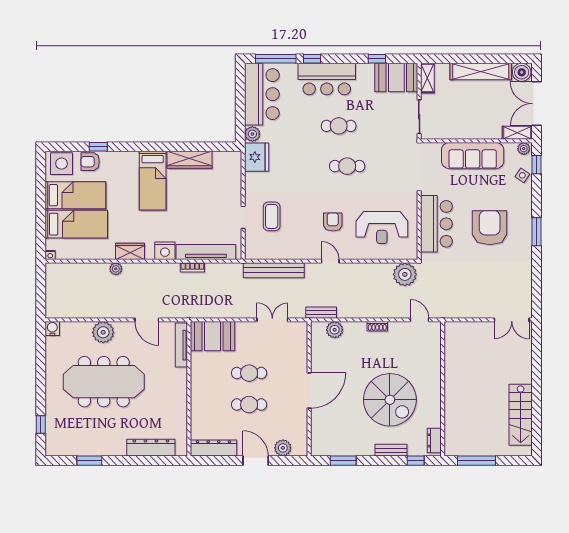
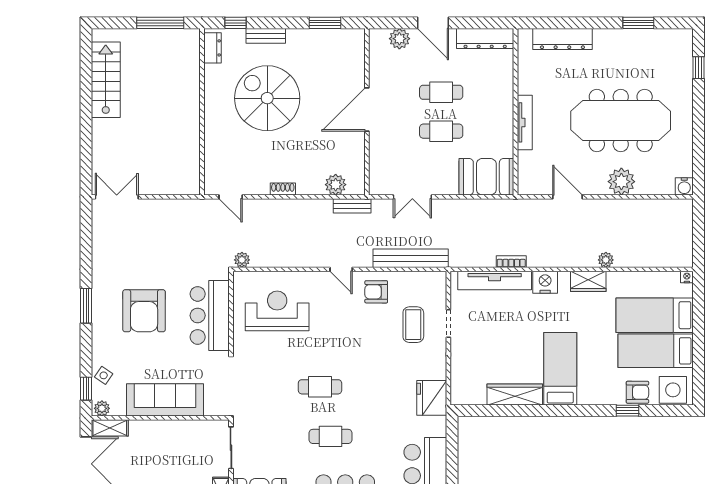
plant: (252, 134) -> (437, 426), removed
armchair: (333, 222) -> (376, 292), moved, turned 90
plant: (405, 274) -> (242, 260), width x0.53, depth x0.53
tv unit: (181, 345) -> (525, 122), moved

